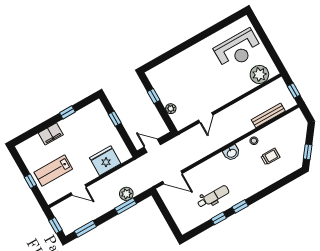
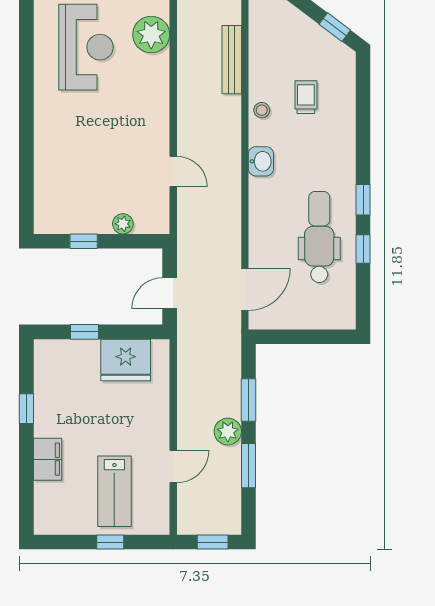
fridge: (105, 161) -> (126, 360), moved, turned -90
plant: (126, 194) -> (228, 432), moved
dental chair: (213, 197) -> (319, 237), width x1.36, depth x1.38
window: (85, 229) -> (248, 466), moved

